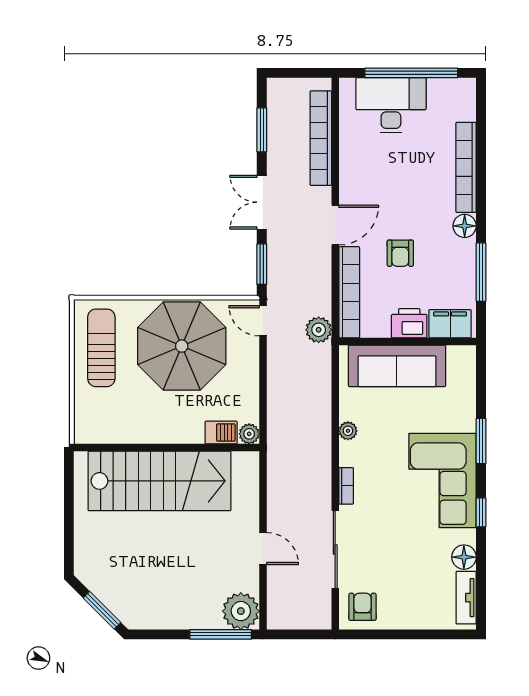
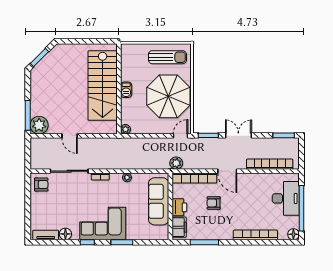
window: (262, 130) -> (284, 135), moved
floor lamp: (465, 226) -> (293, 234), moved
barbecue: (221, 433) -> (126, 90), moved
door: (263, 549) -> (70, 136), hinge flipped

